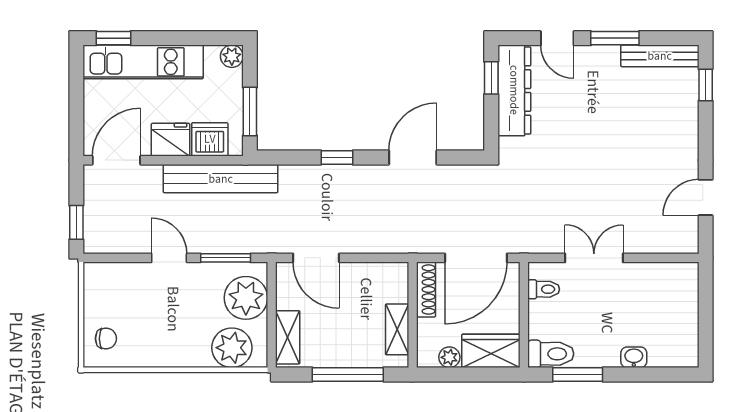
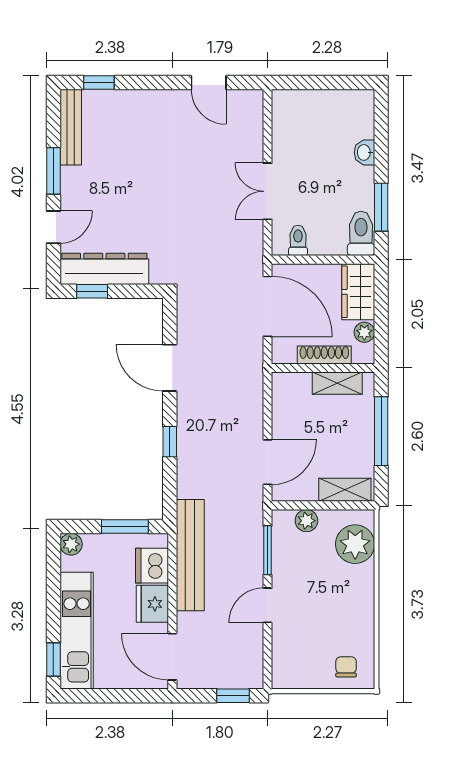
shoe rack: (426, 289) -> (324, 355), moved
plant: (246, 298) -> (306, 521), width x0.53, depth x0.53

